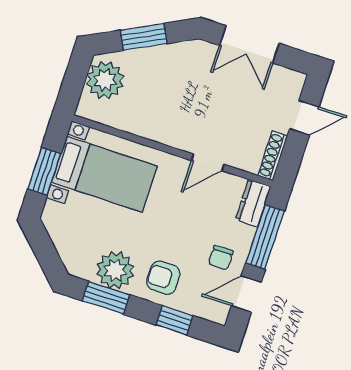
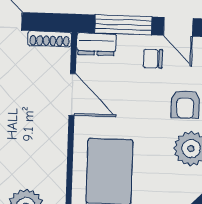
door: (208, 162) -> (72, 94), width x1.38
chair: (221, 258) -> (153, 59), turned 180

